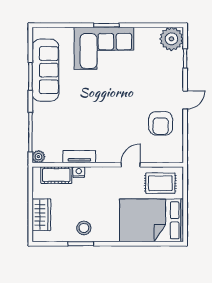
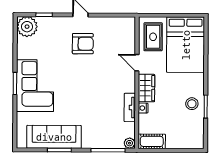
armchair: (161, 123) -> (83, 44), moved
cot: (56, 175) -> (152, 141), moved, turned 90
wardrobe: (41, 215) -> (146, 88), moved, turned 90

